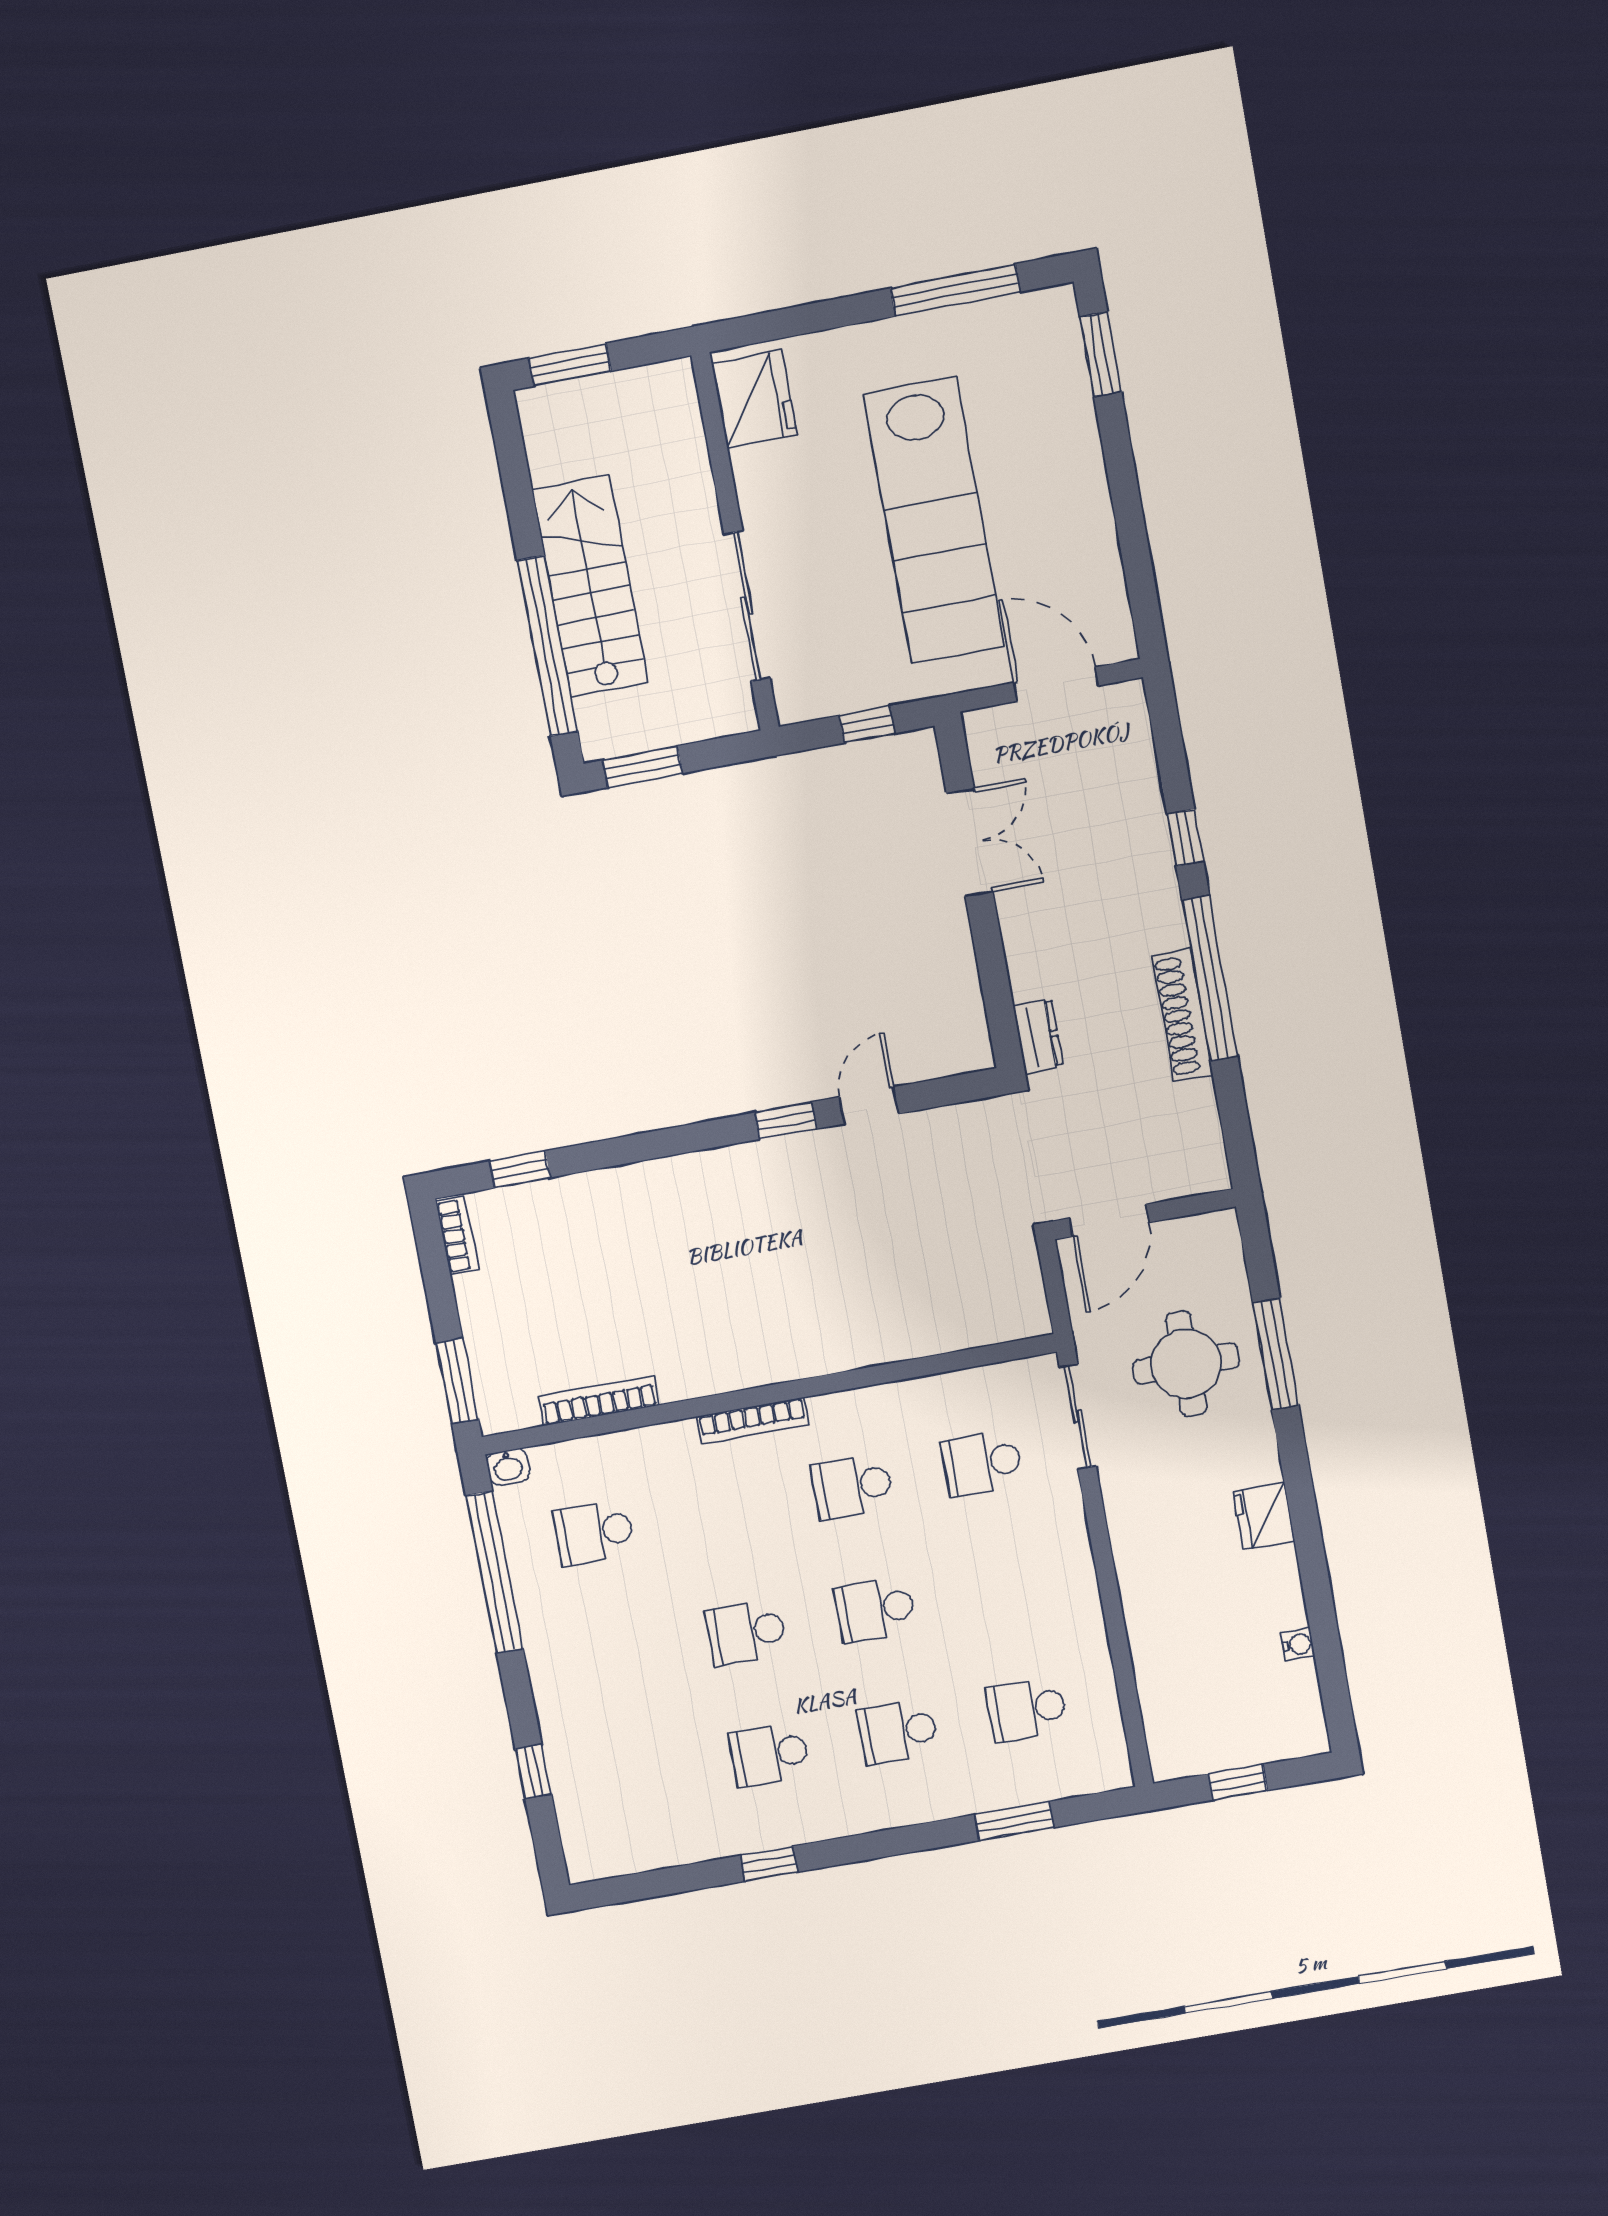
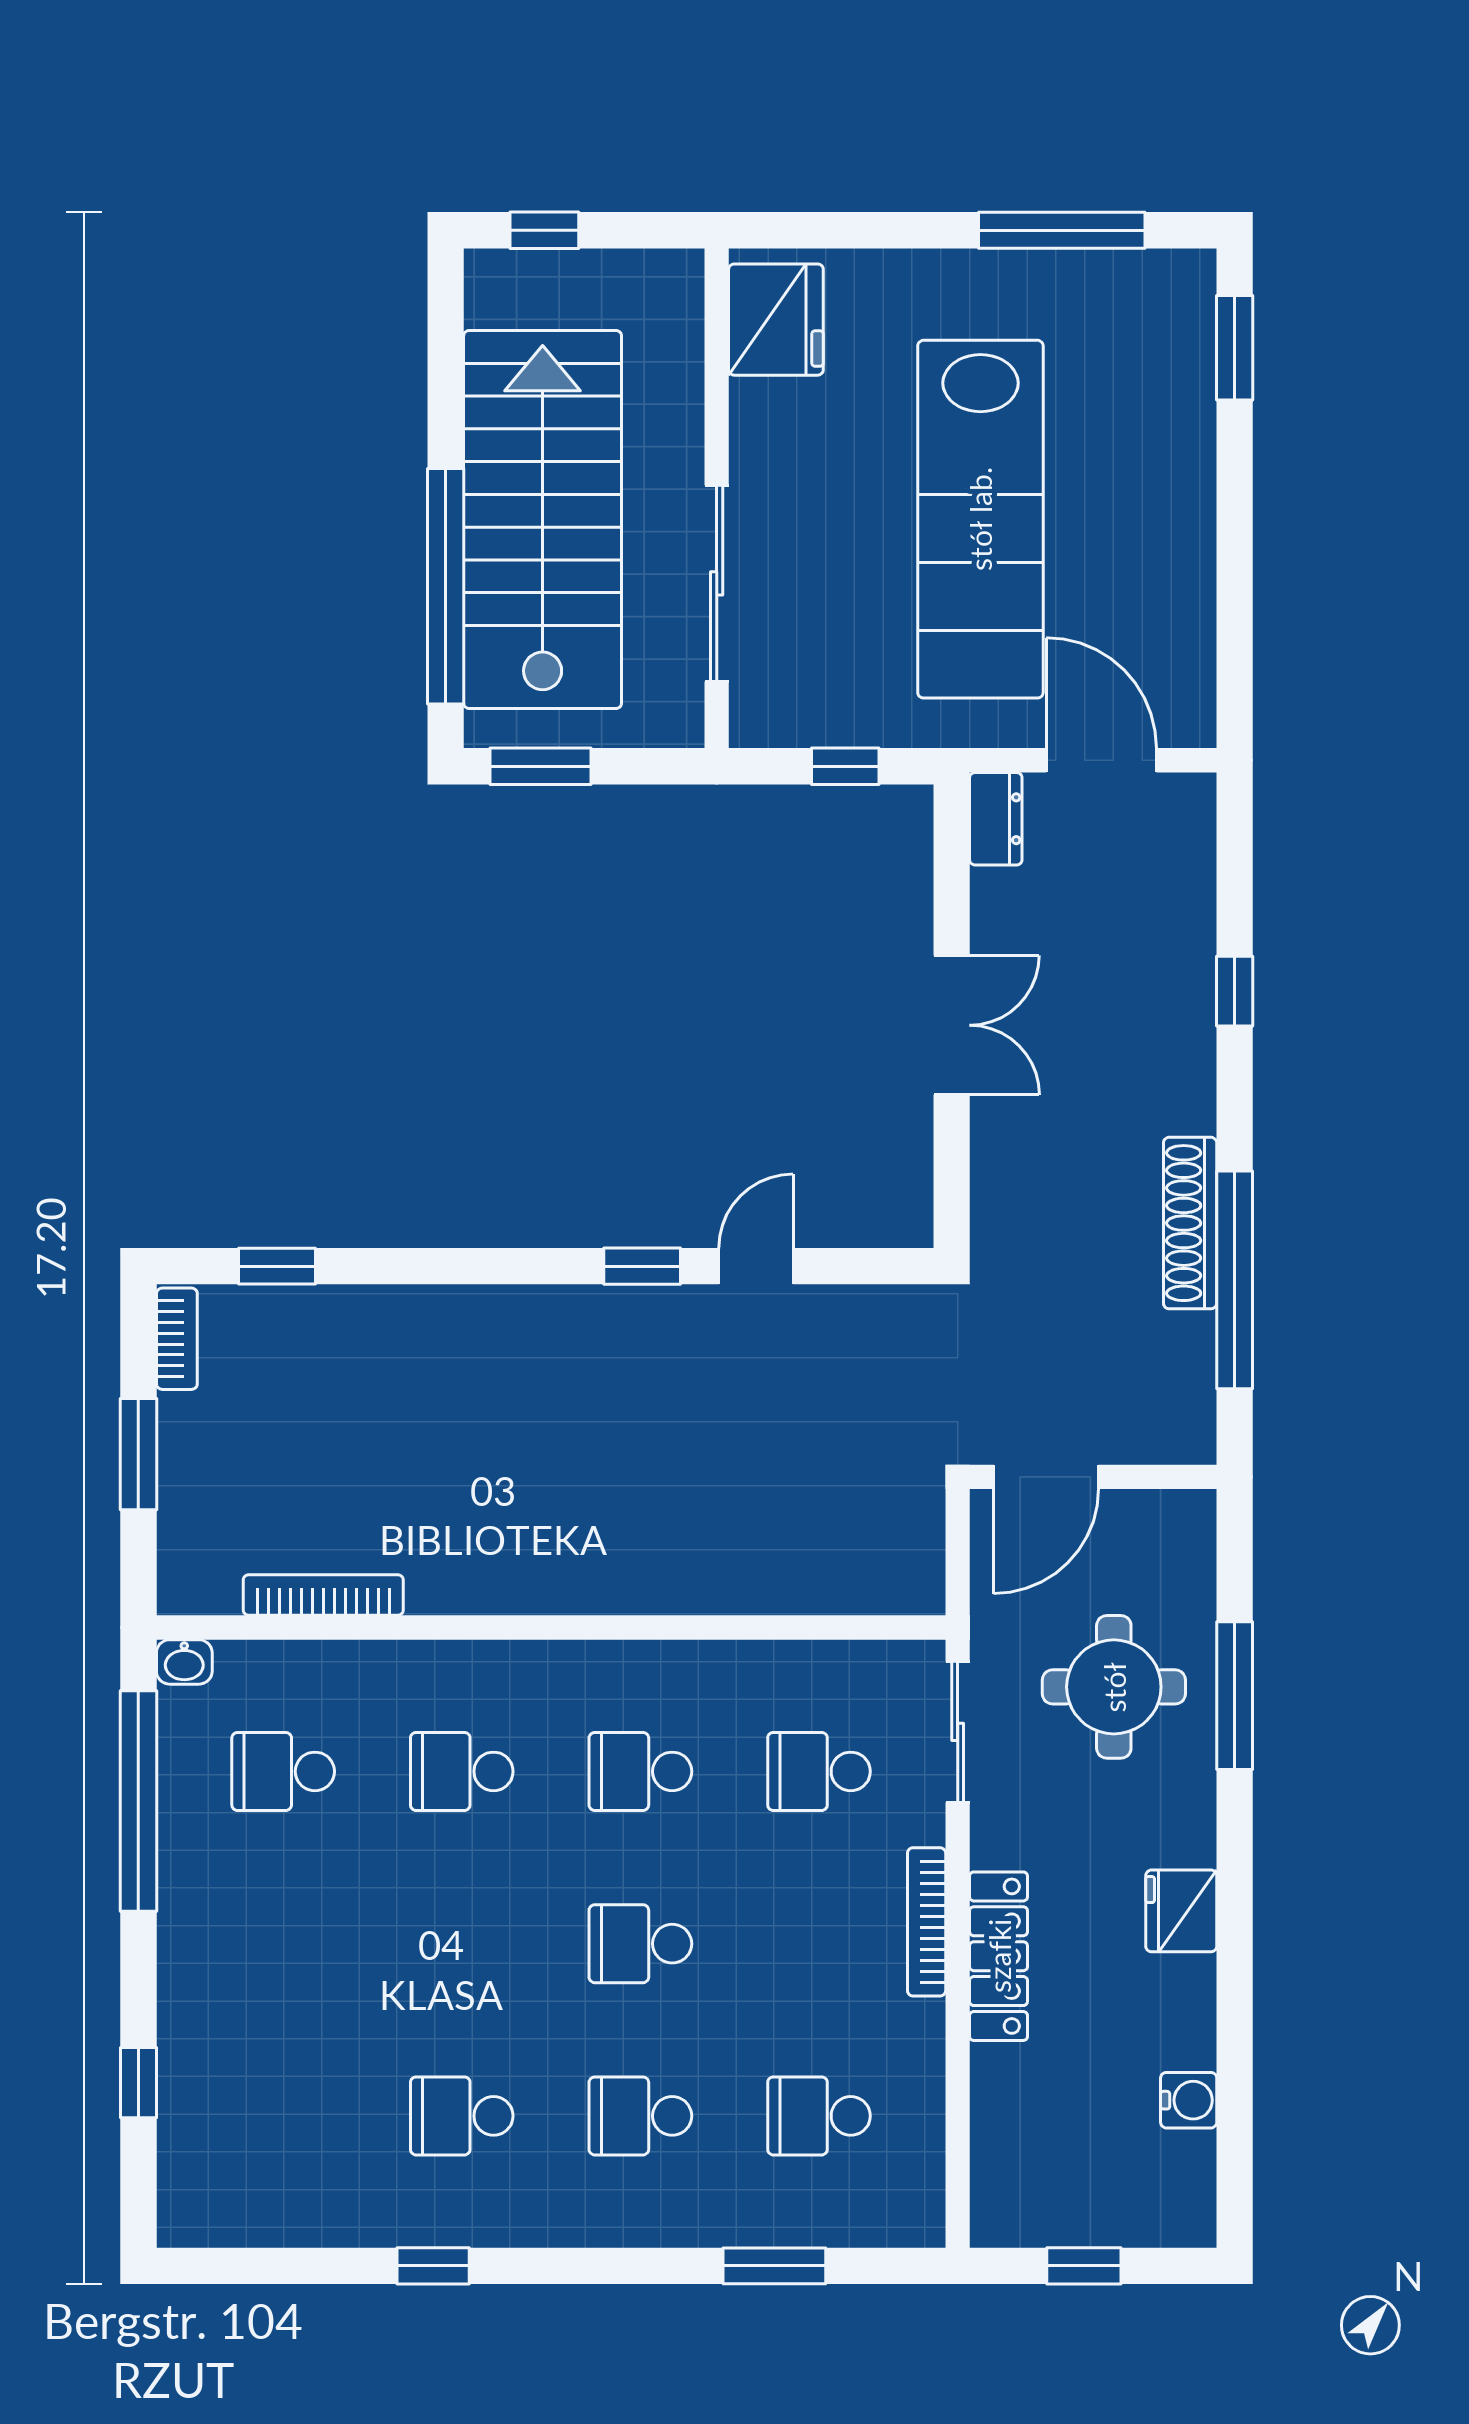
window: (570, 365) -> (544, 230), width x0.67
stairs: (590, 586) -> (543, 519), width x1.36, depth x1.51
double door: (970, 842) -> (952, 1025), moved
window: (1210, 978) -> (1235, 1280), moved
dresser: (1038, 1036) -> (996, 819), moved
window: (457, 1381) -> (138, 1454), moved
bookcase: (753, 1420) -> (927, 1922), moved, turned 90
locker: (1136, 1572) -> (999, 1956), added
school desk: (746, 1632) -> (462, 1771), moved
water cooler: (1298, 1644) -> (1189, 2100), width x1.38, depth x1.38

